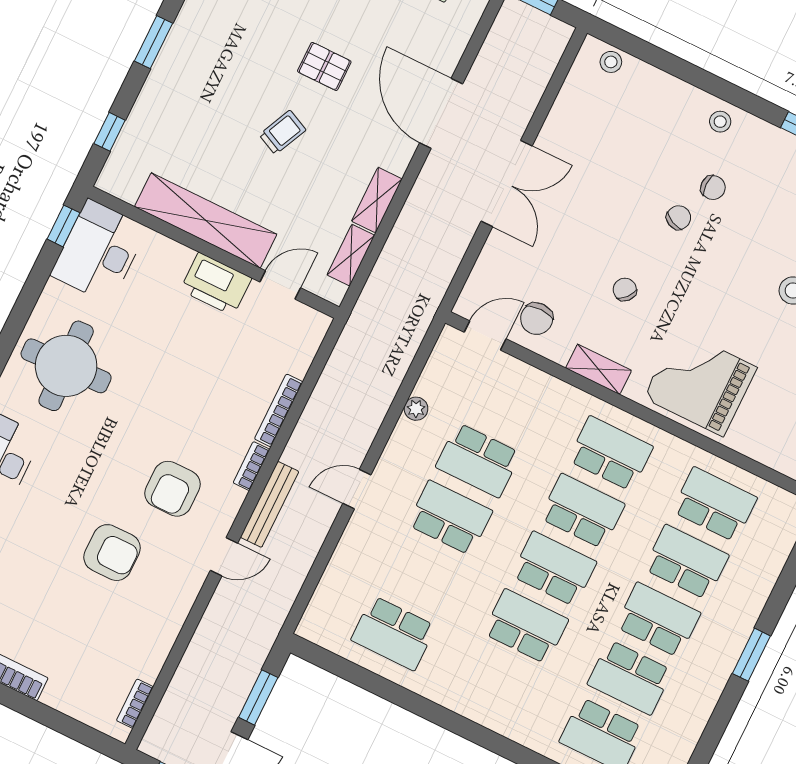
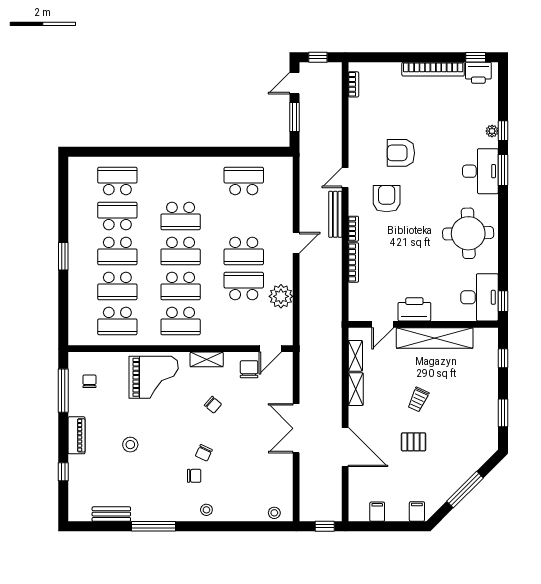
chair: (713, 188) -> (194, 476), turned 180
plant: (416, 409) -> (281, 296), width x1.88, depth x1.88

